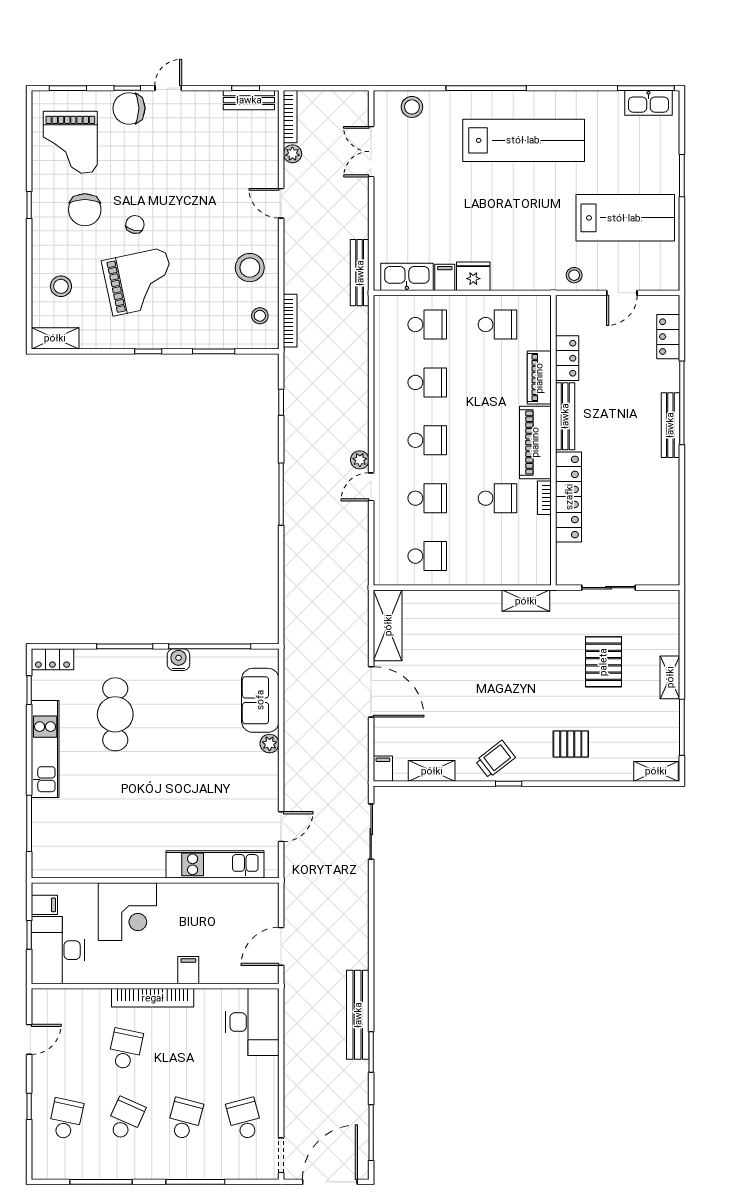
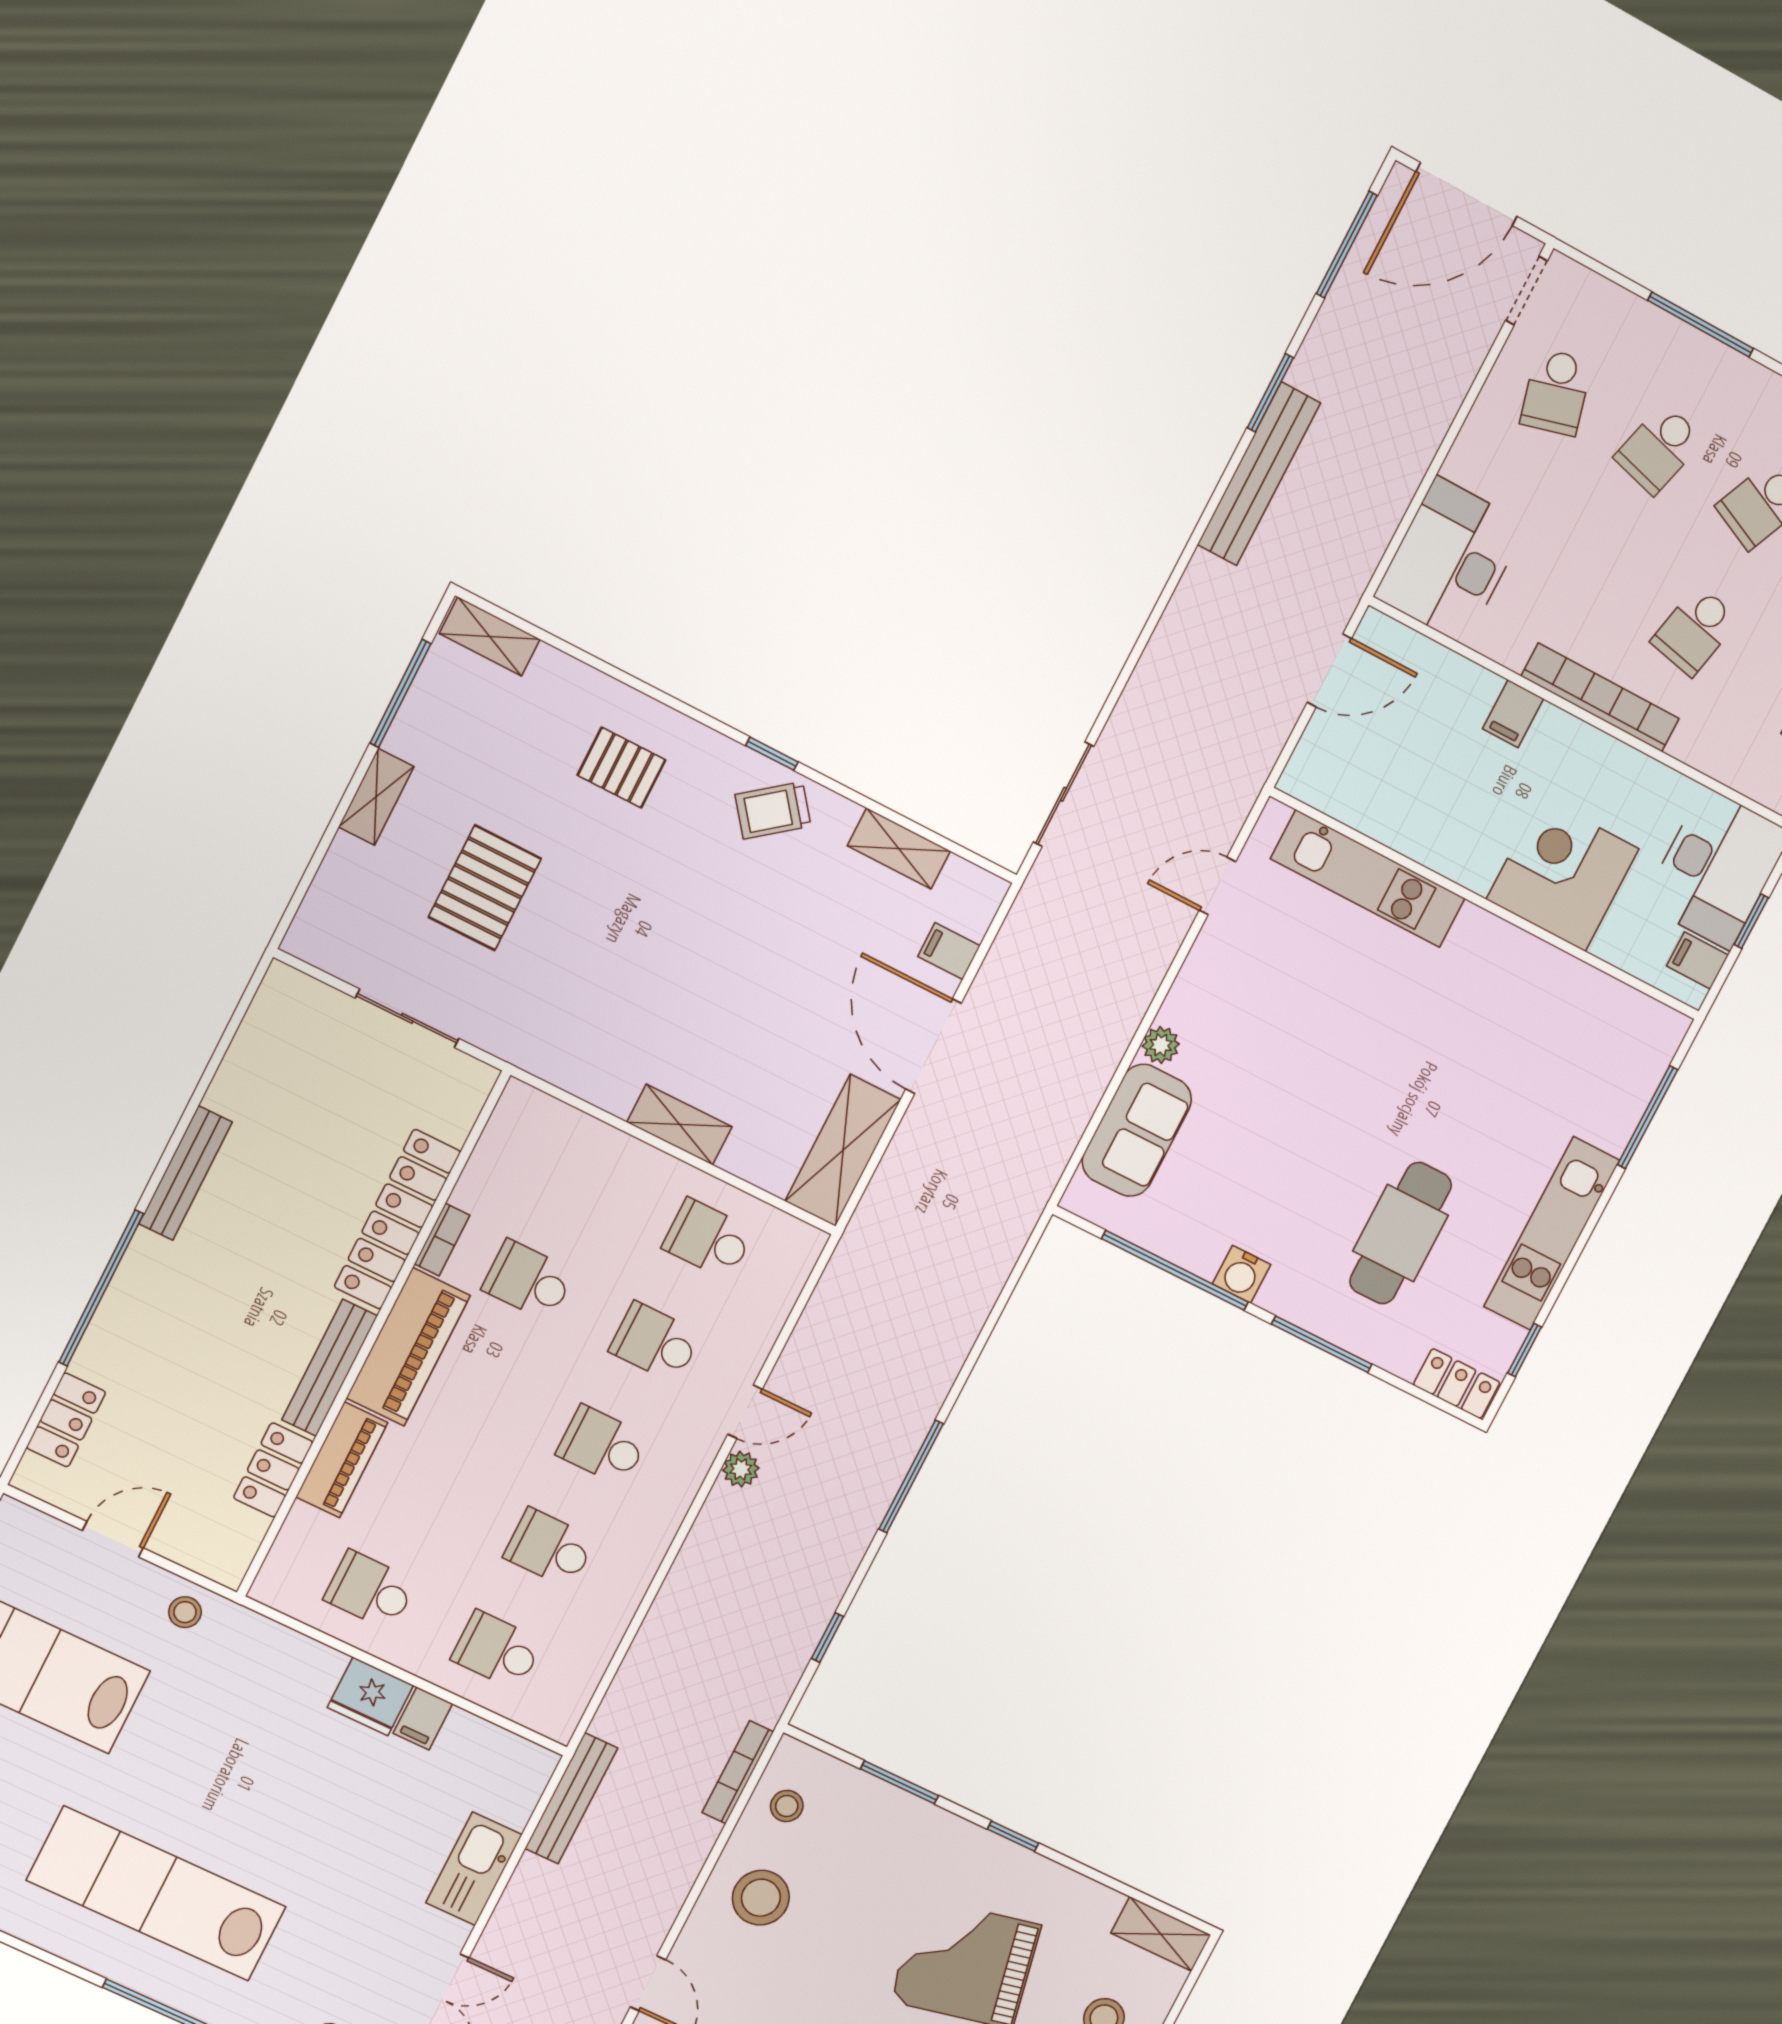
kitchen sink: (407, 277) -> (474, 1869), moved, turned 90
bench: (670, 425) -> (186, 1173), moved
shelving: (526, 601) -> (679, 1124), moved
filing cabinet: (383, 769) -> (949, 951), moved, turned 90

